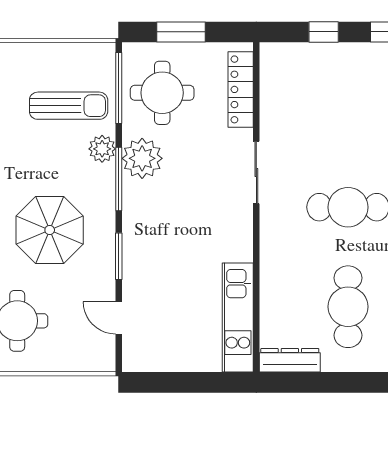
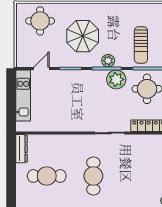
plant: (102, 149) -> (108, 61), moved
kitchen unit: (238, 318) -> (23, 96), moved, turned 90

